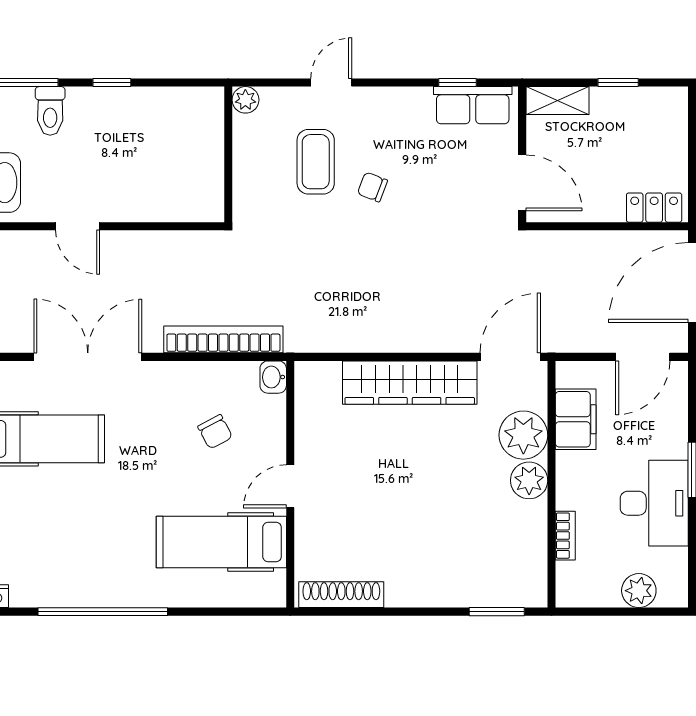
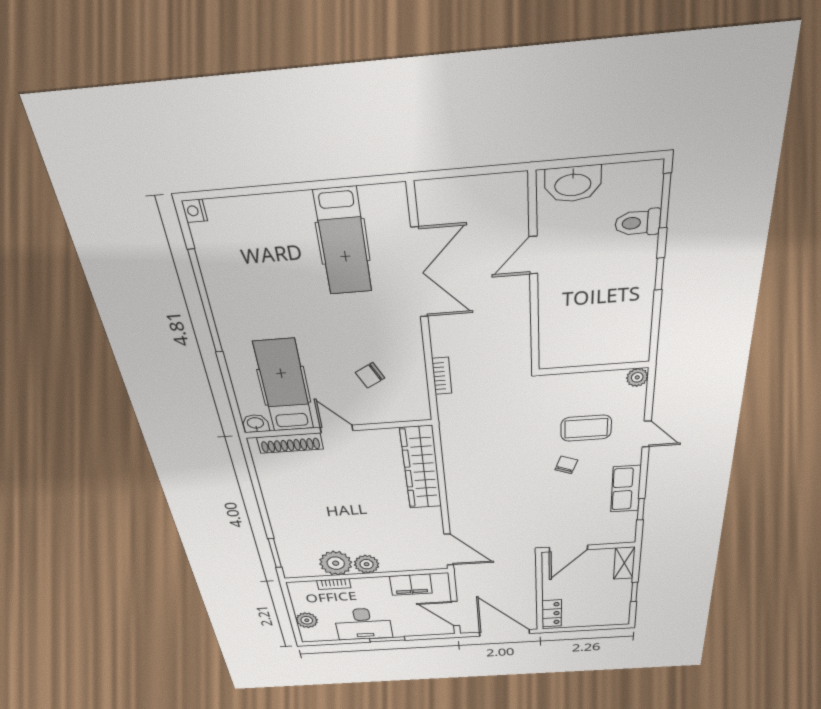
row of seats: (473, 105) -> (626, 489), moved
bookcase: (223, 339) -> (442, 376), width x0.43, depth x0.76
washbasin: (273, 377) -> (256, 423), moved
wardrobe: (410, 383) -> (421, 468), moved
plant: (523, 435) -> (336, 563), moved
shoe rack: (341, 595) -> (290, 443), moved, turned 90

